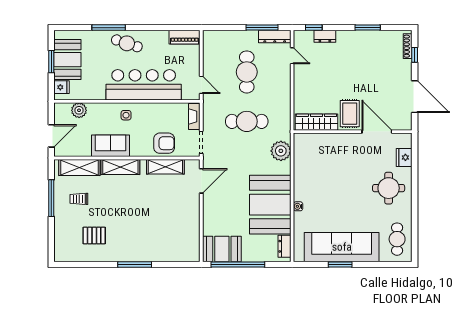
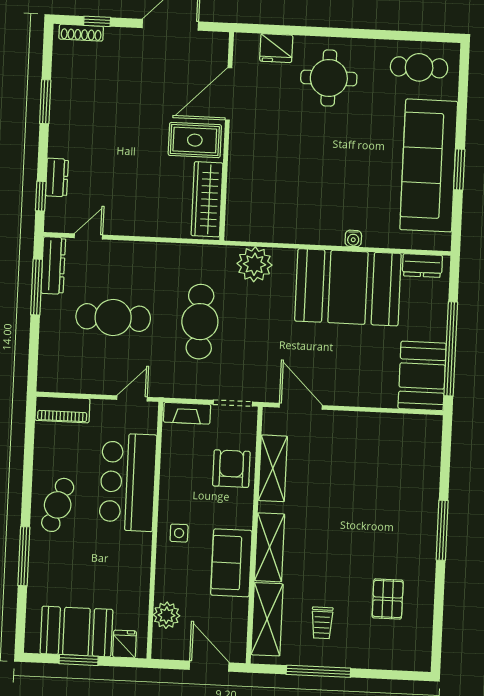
piano: (185, 37) -> (62, 410), moved, turned 90
cafe table: (127, 43) -> (58, 505), moved
bar counter: (144, 85) -> (128, 482), width x0.73

